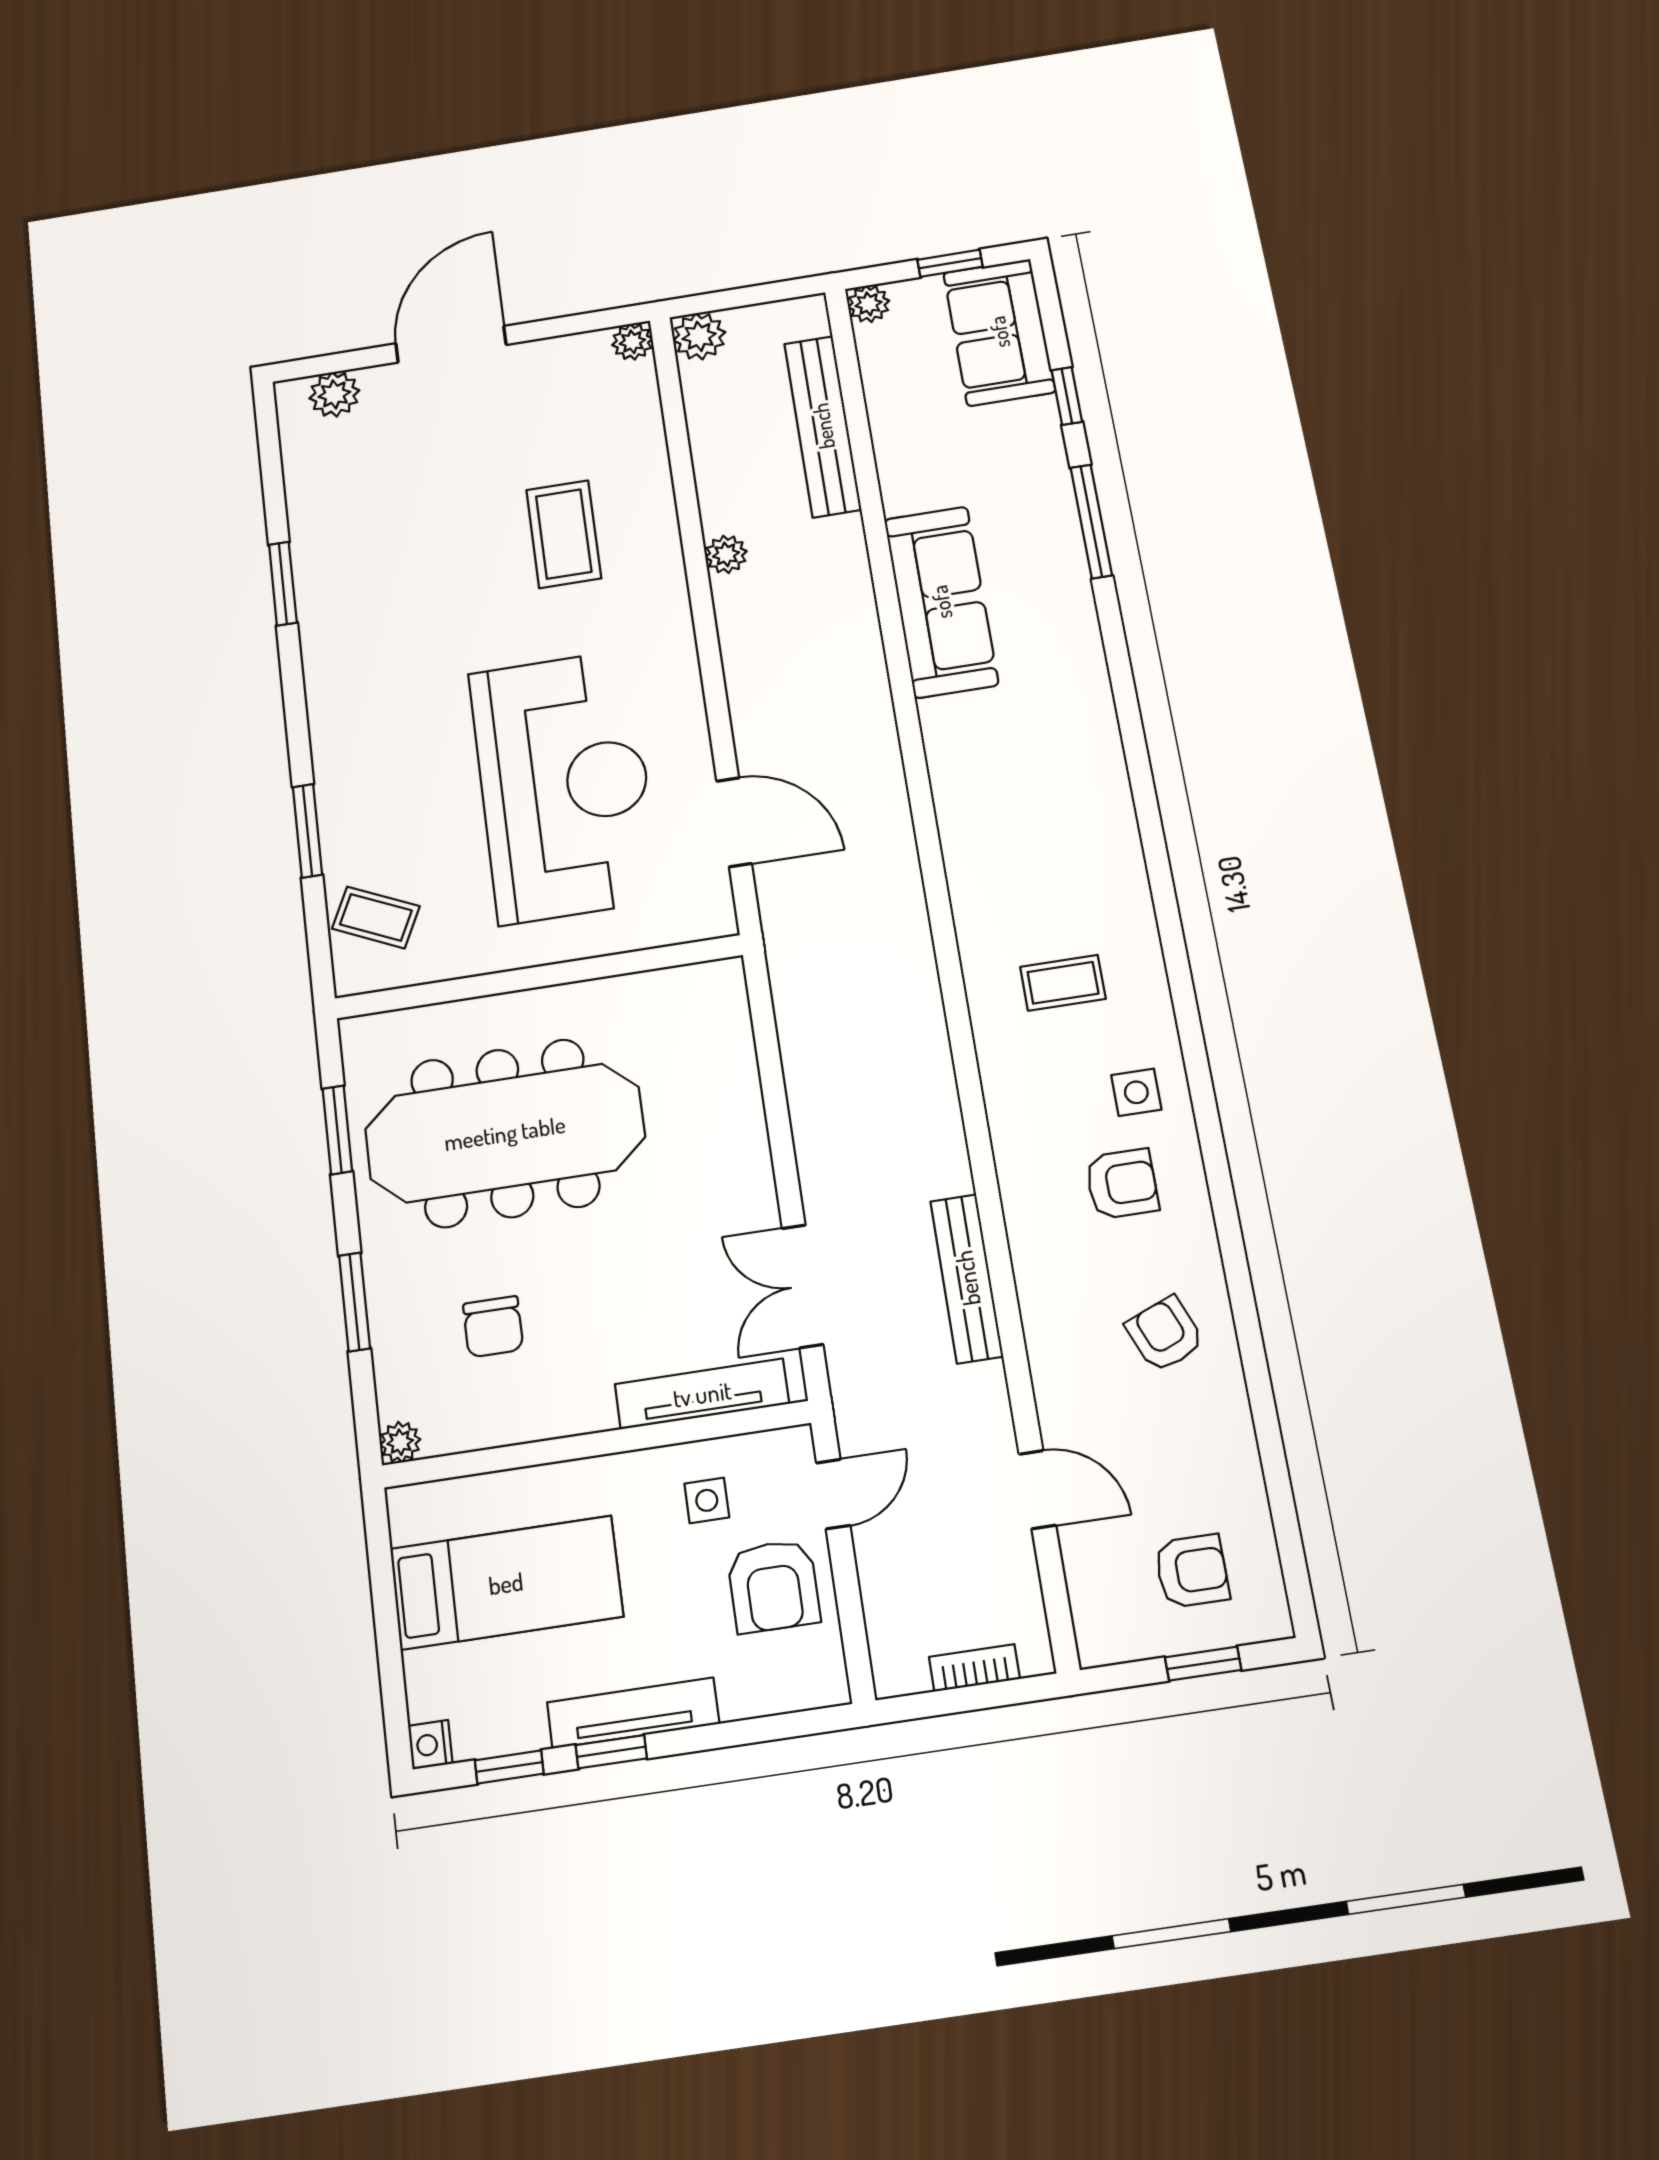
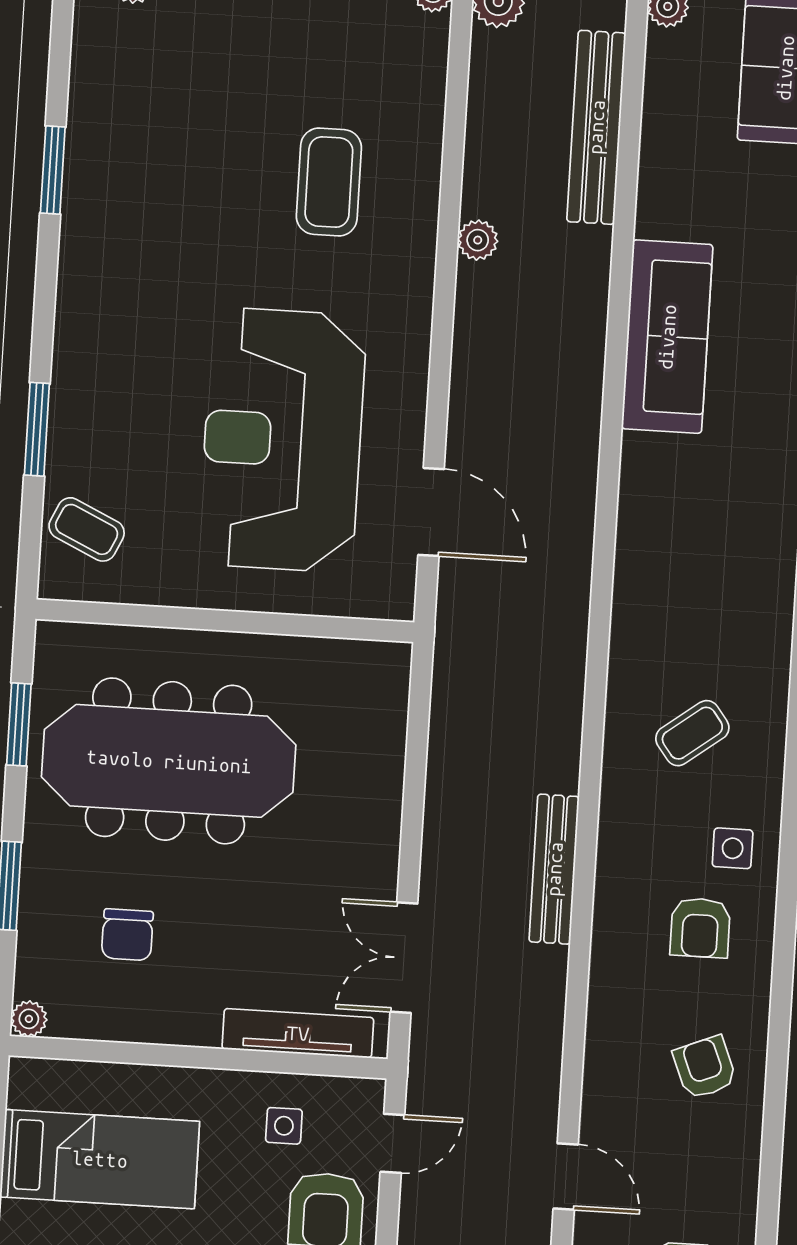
reception desk: (564, 786) -> (282, 440), turned 180
coffee table: (1063, 983) -> (692, 733), turned -37
armchair: (1122, 1184) -> (700, 928), turned 90
bench: (967, 1278) -> (554, 869), moved

